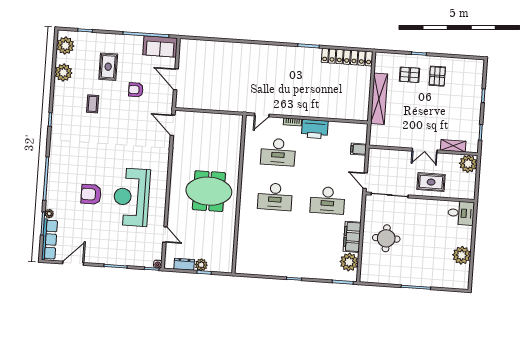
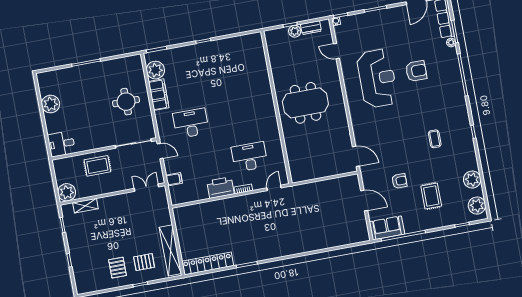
shelving: (379, 99) -> (170, 250), moved
coffee table: (93, 104) -> (435, 139), moved
double door: (425, 150) -> (146, 188), moved
desk: (275, 197) -> (242, 114), removed

